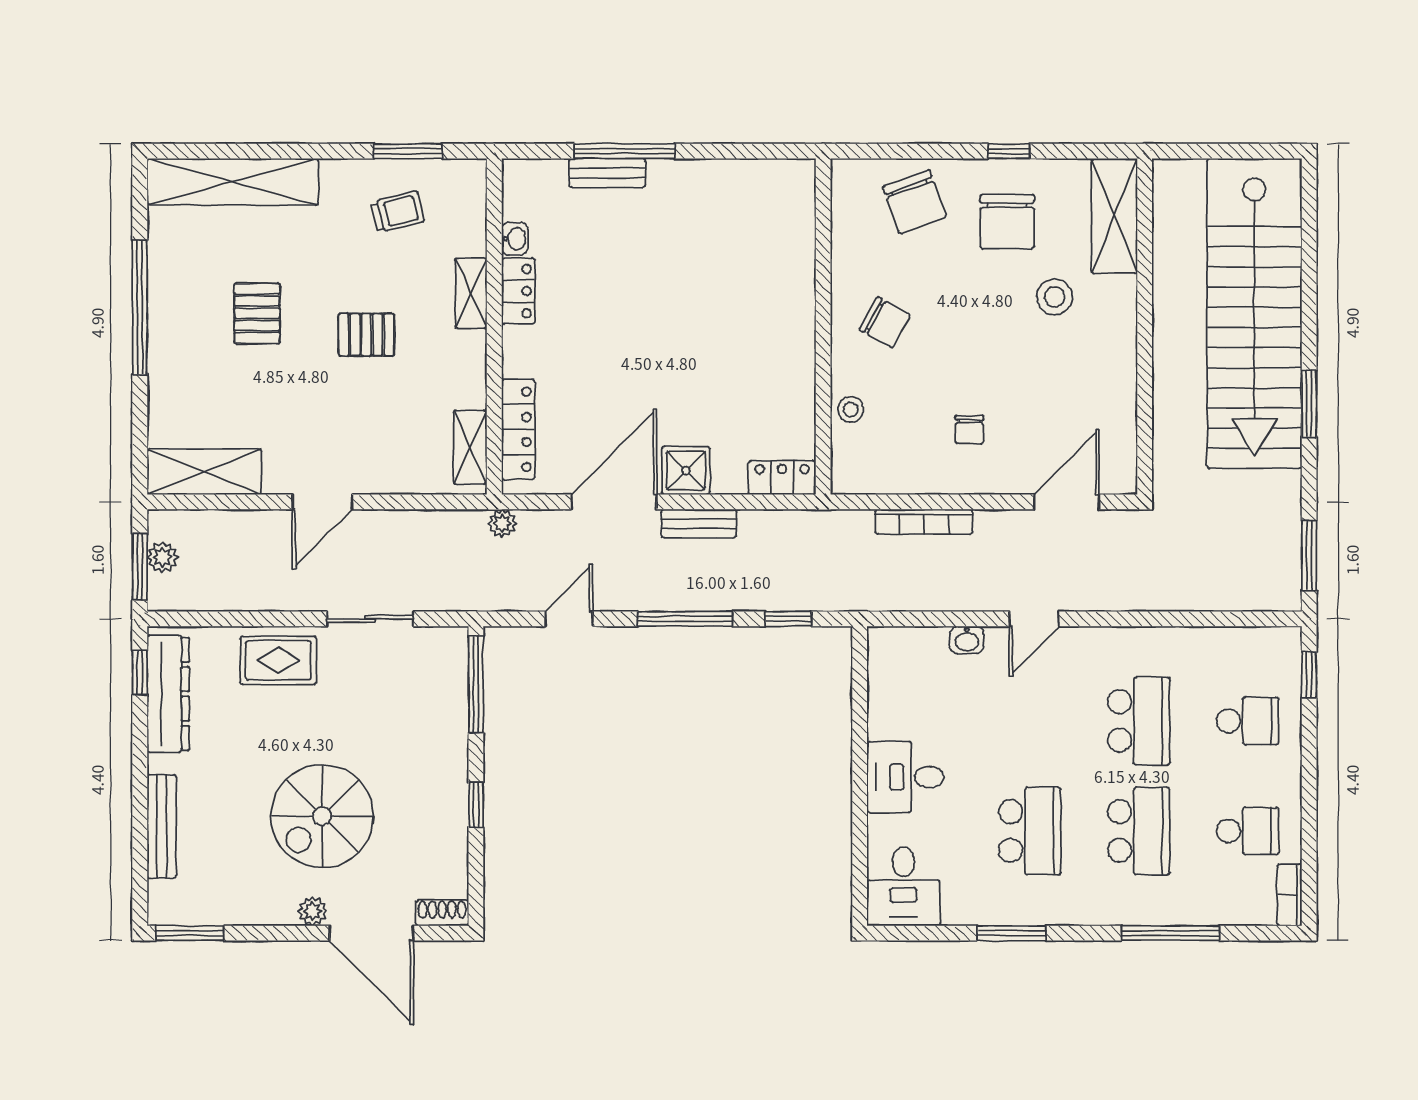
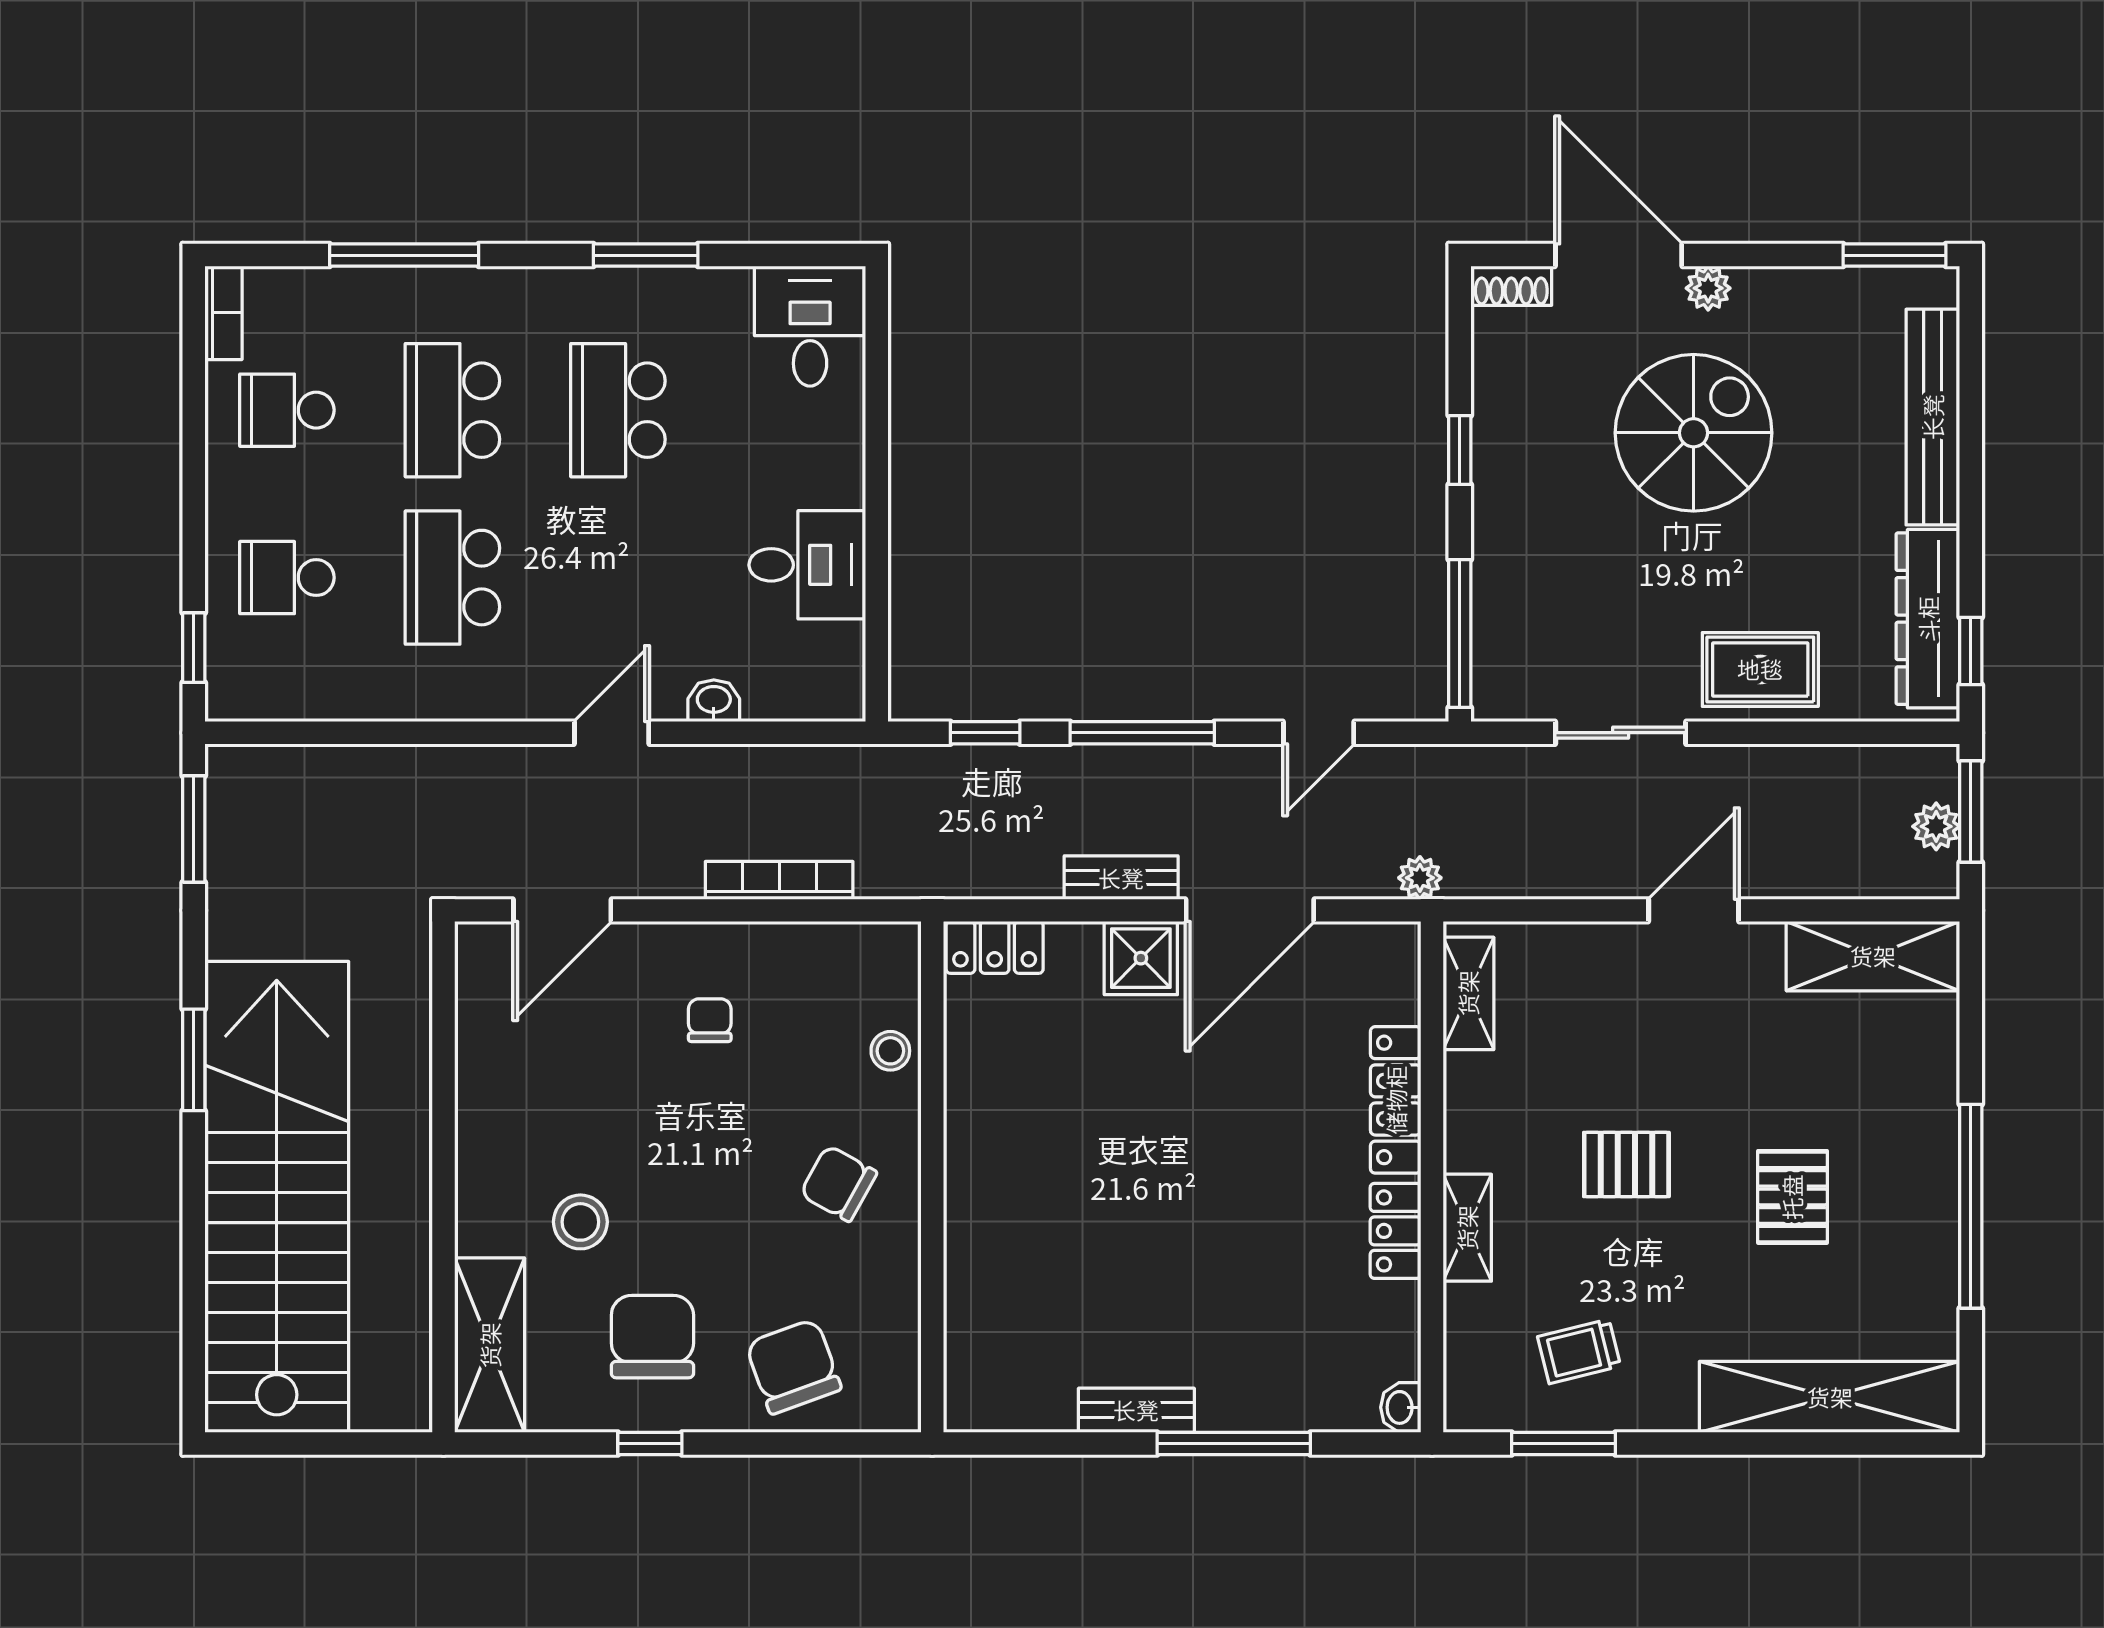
bench: (607, 173) -> (1136, 1410), moved
washbasin: (515, 239) -> (1401, 1407), moved
locker: (518, 429) -> (1396, 1100), moved
desk: (905, 777) -> (807, 565), moved
bench: (162, 826) -> (1933, 417), width x1.37, depth x1.21

